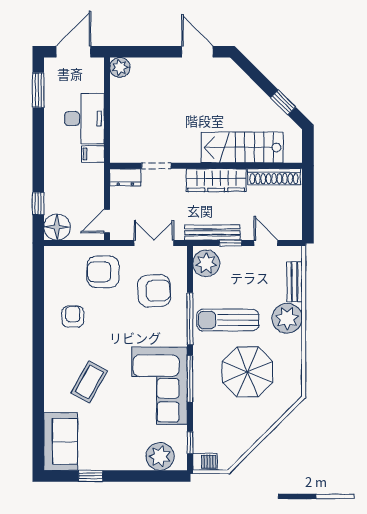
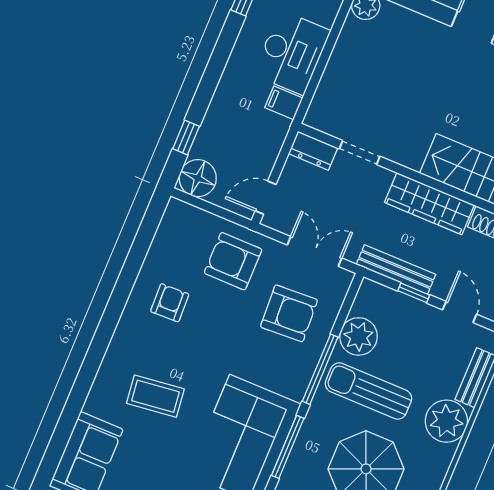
plant: (206, 263) -> (359, 336), moved
coffee table: (89, 382) -> (155, 396), turned 54

